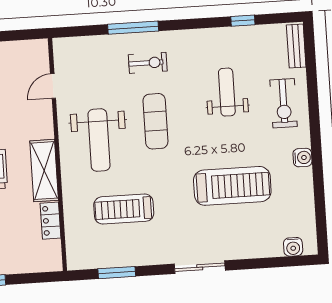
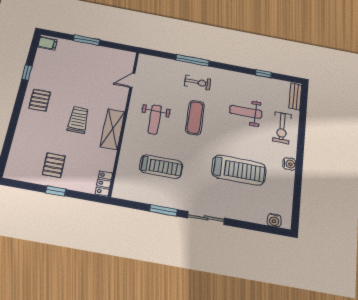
weight bench: (227, 92) -> (246, 112), turned -90
weight bench: (99, 140) -> (155, 120), width x0.73, depth x0.75
treadmill: (124, 209) -> (161, 167), turned 180
locker: (50, 221) -> (104, 183), moved
window: (117, 273) -> (164, 210), moved

